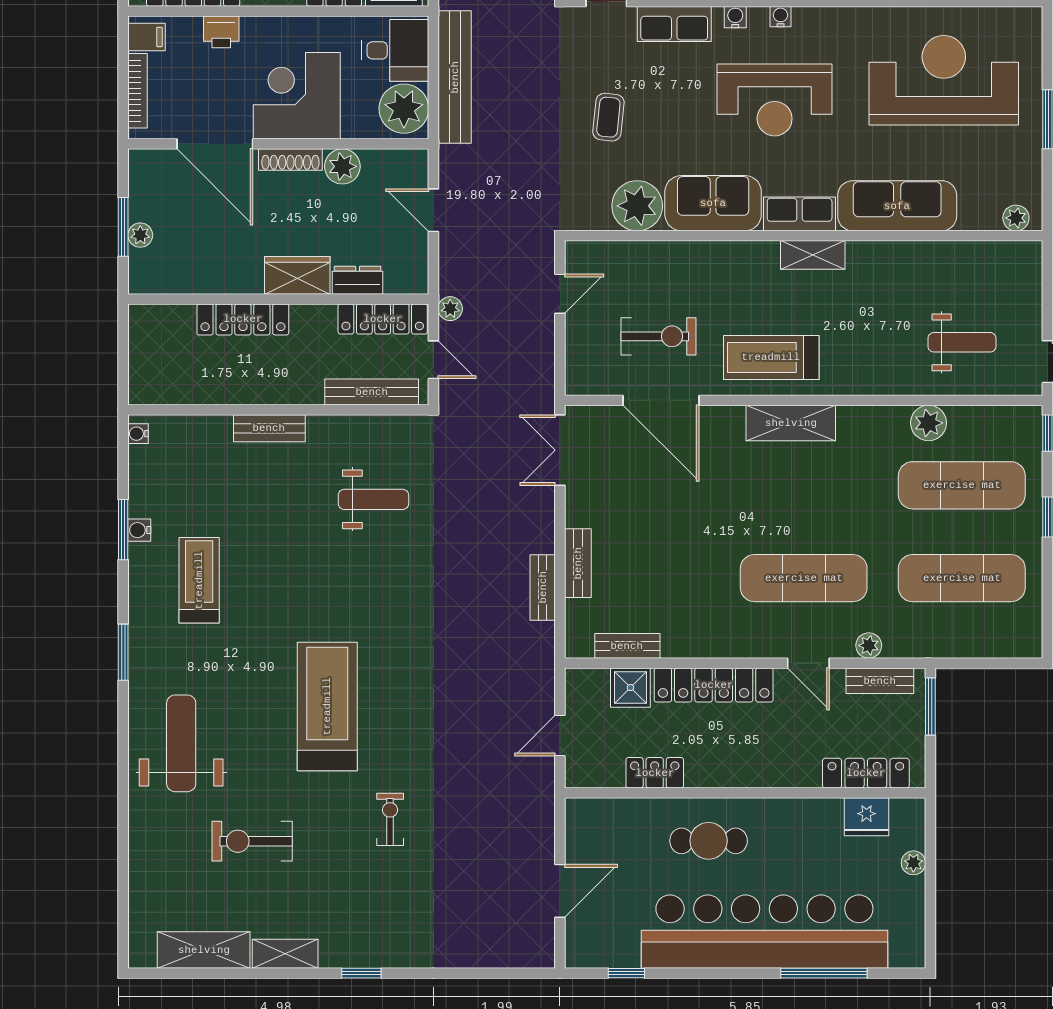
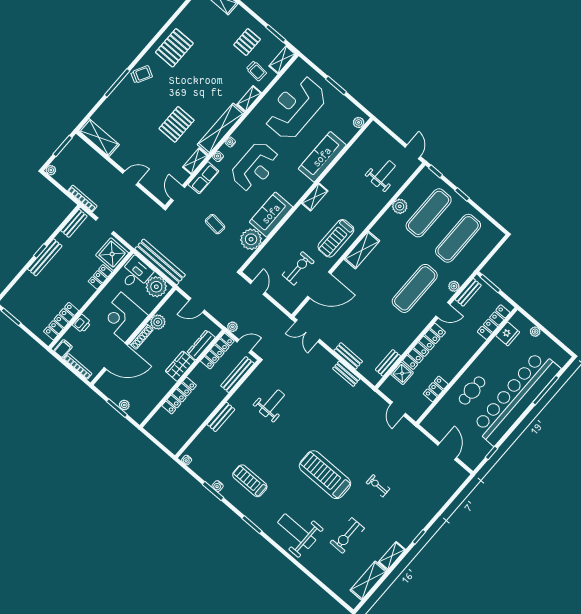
row of seats: (800, 214) -> (298, 190), removed
dresser: (358, 280) -> (201, 345), width x1.44

